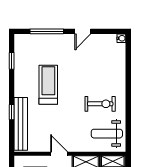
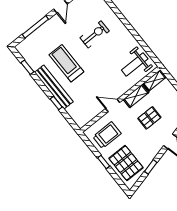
exercise bike: (100, 104) -> (95, 34), moved
bench: (21, 124) -> (54, 87), moved

